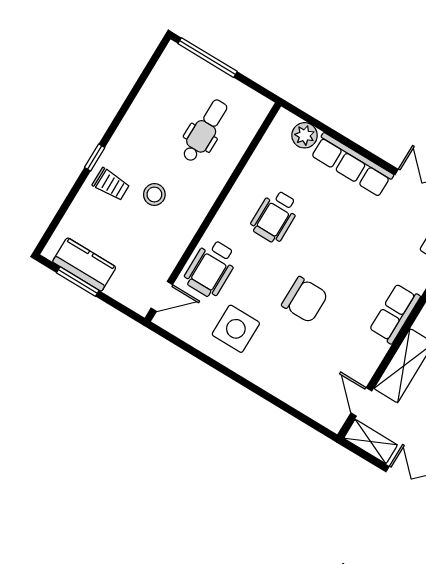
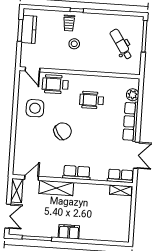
dental chair: (205, 131) -> (121, 44), moved, turned -124
chair: (305, 300) -> (63, 131), turned -125

